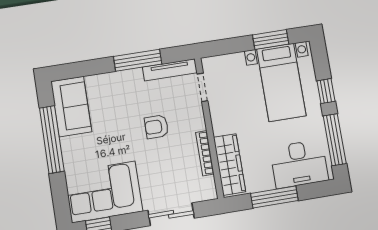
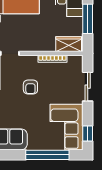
window: (52, 140) -> (47, 155), moved
wardrobe: (230, 165) -> (69, 44), width x0.67

